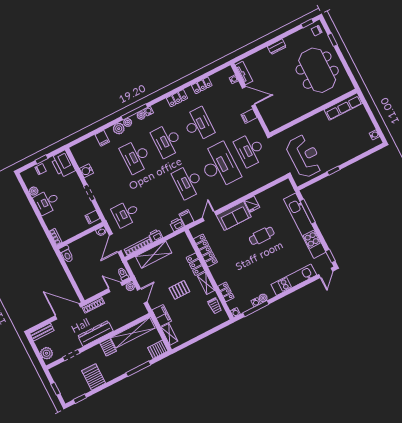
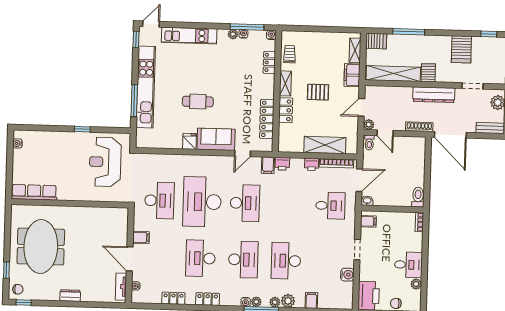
desk: (136, 156) -> (286, 261), turned 180

